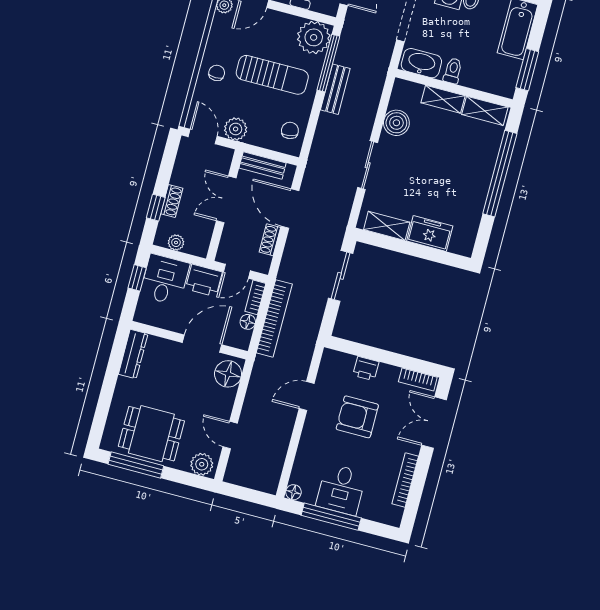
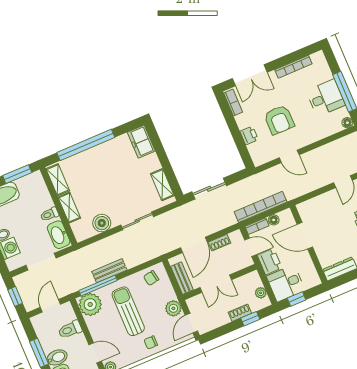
freezer: (430, 233) -> (141, 142), moved
floor lamp: (228, 374) -> (310, 209), removed

